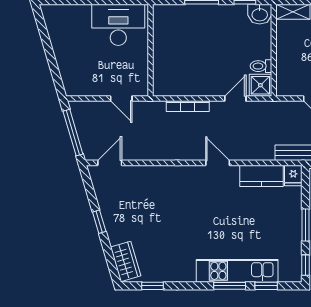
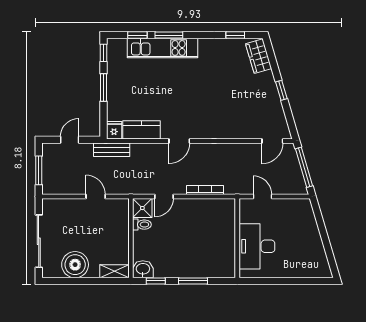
desk: (118, 25) -> (257, 246), moved, turned 90
door: (218, 163) -> (179, 141), hinge flipped

